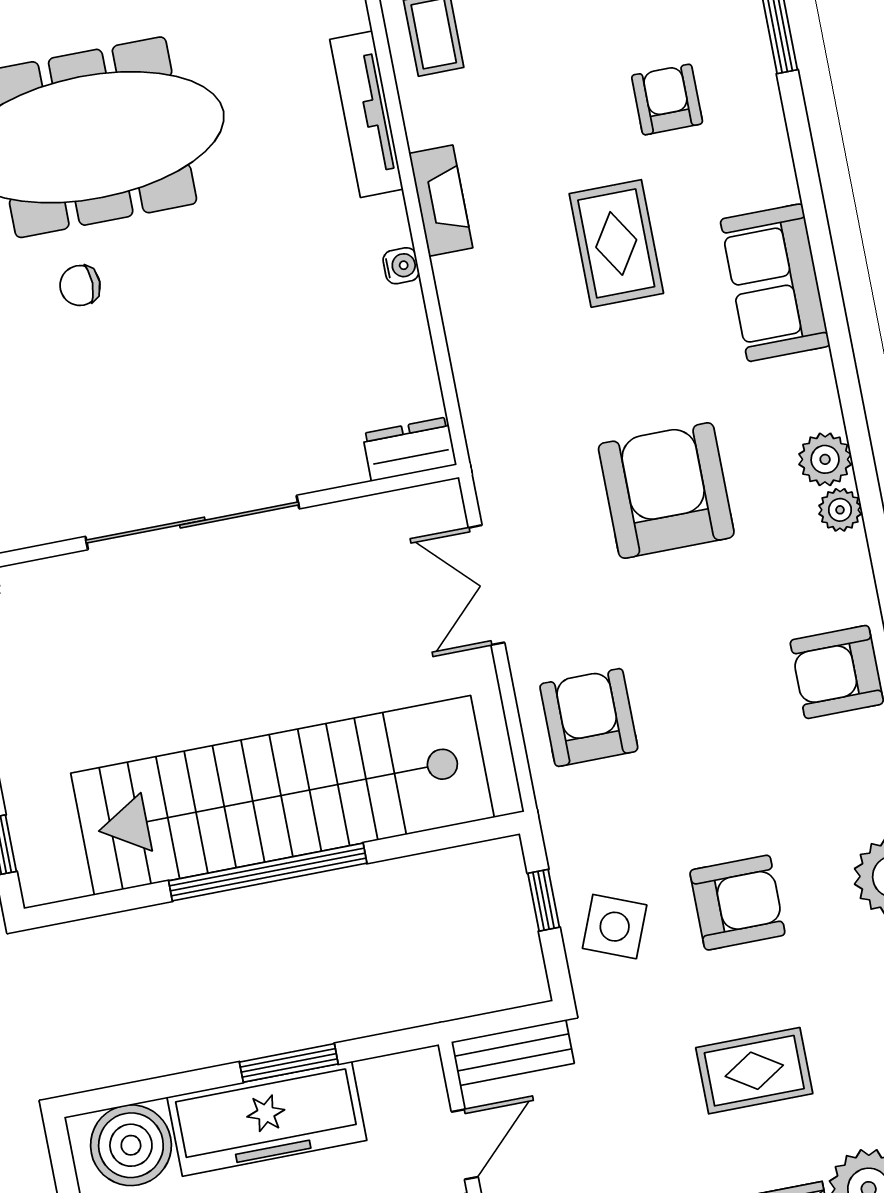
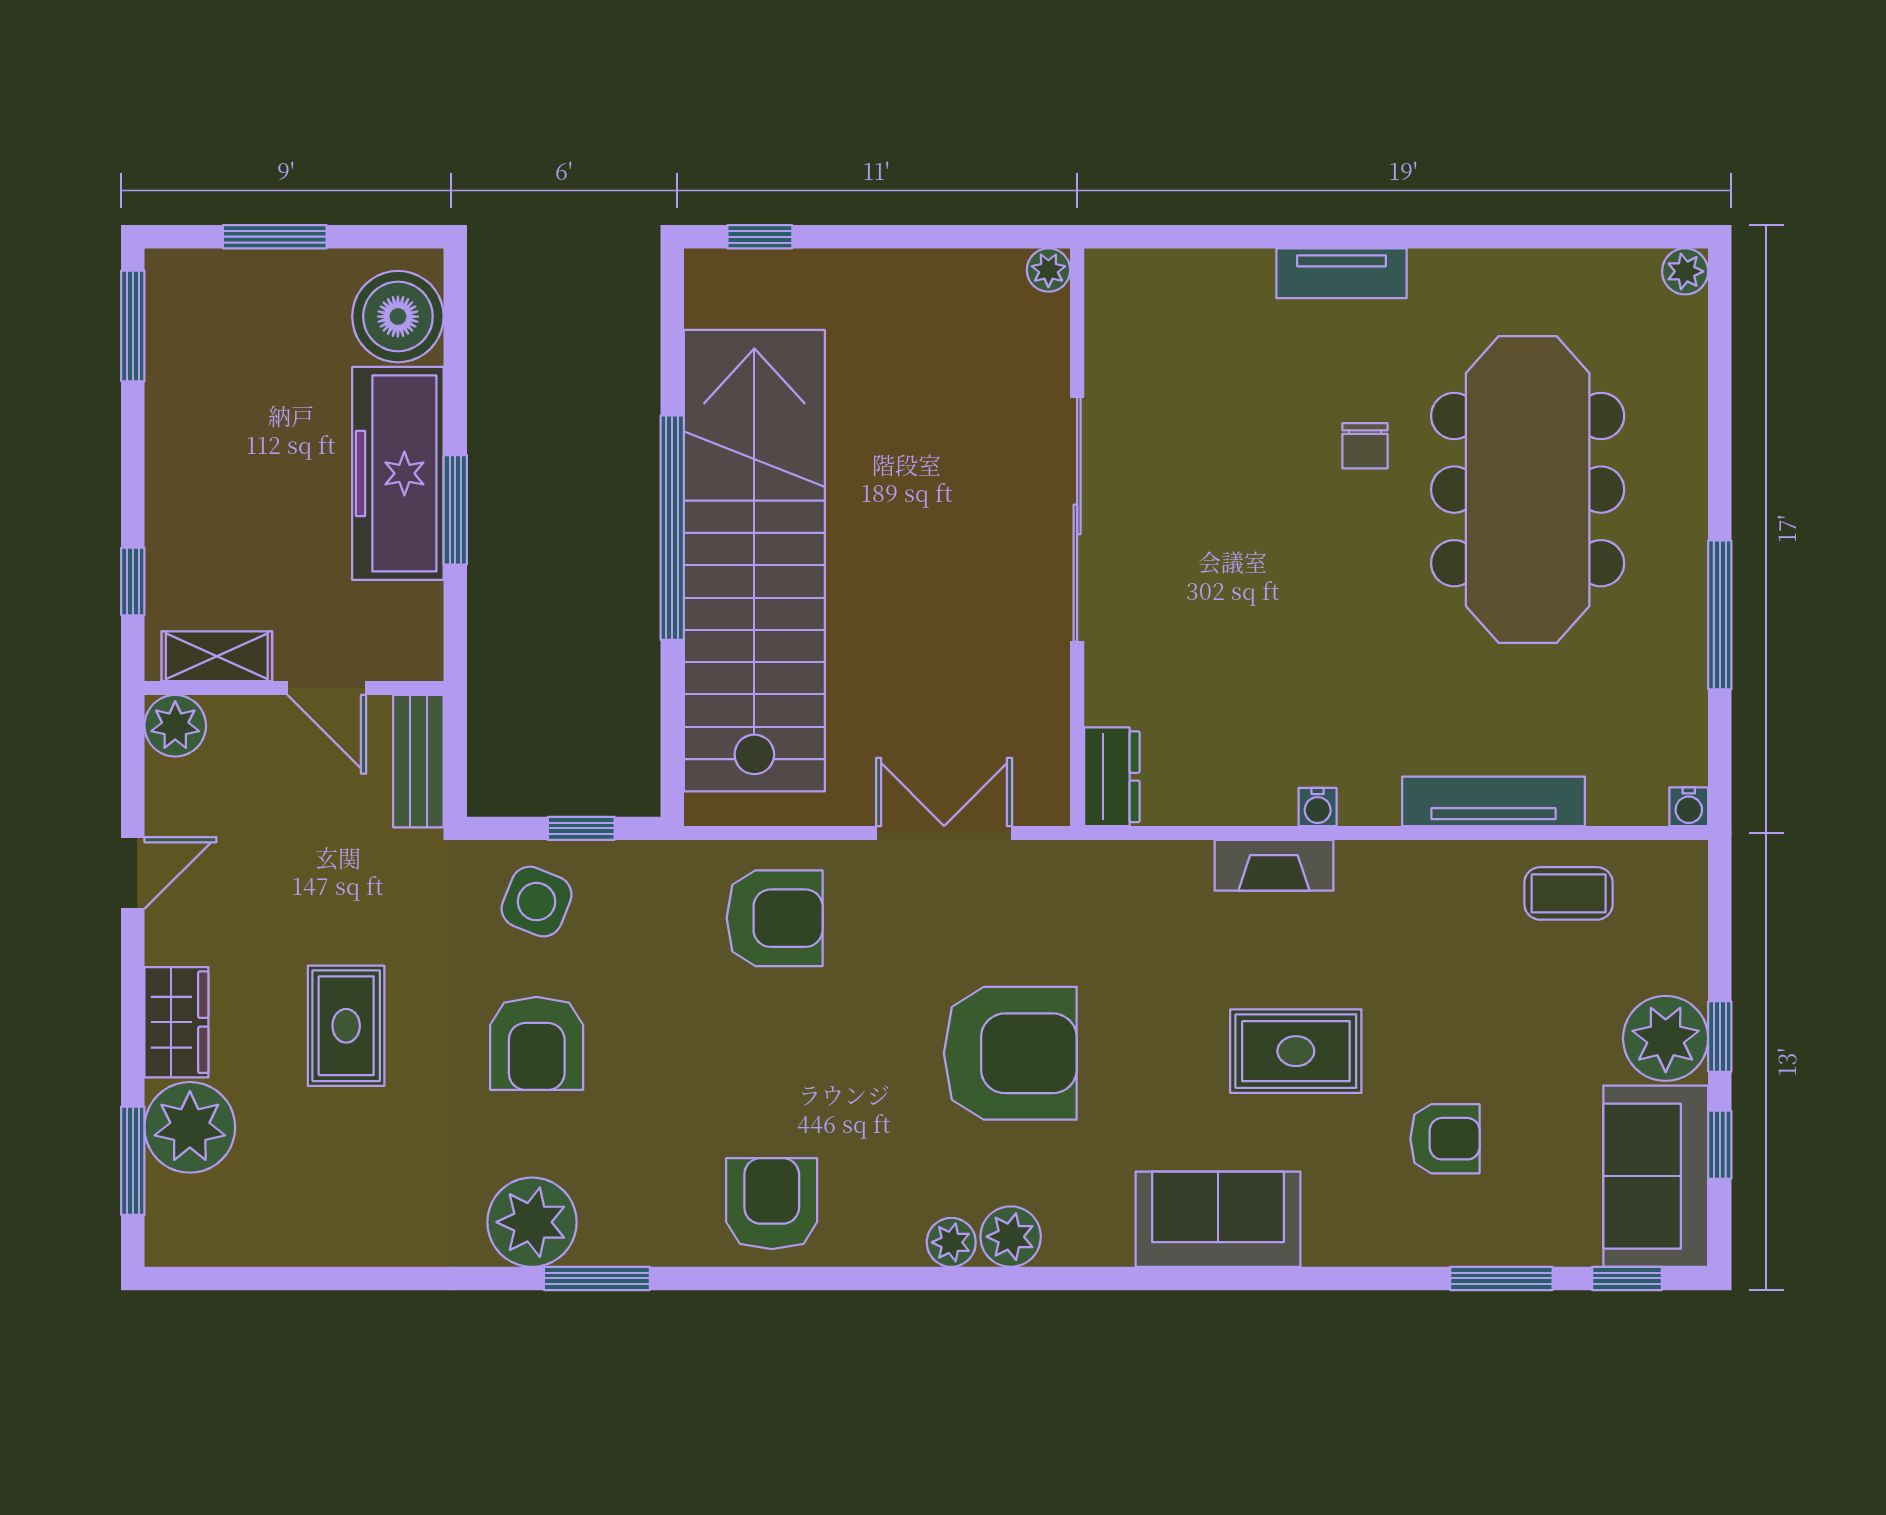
fireplace: (441, 201) -> (1274, 865), moved
chair: (80, 286) -> (1365, 446), turned 180

